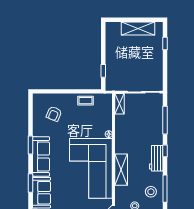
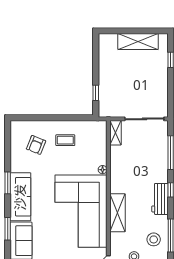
coffee table: (85, 101) -> (65, 140), moved

